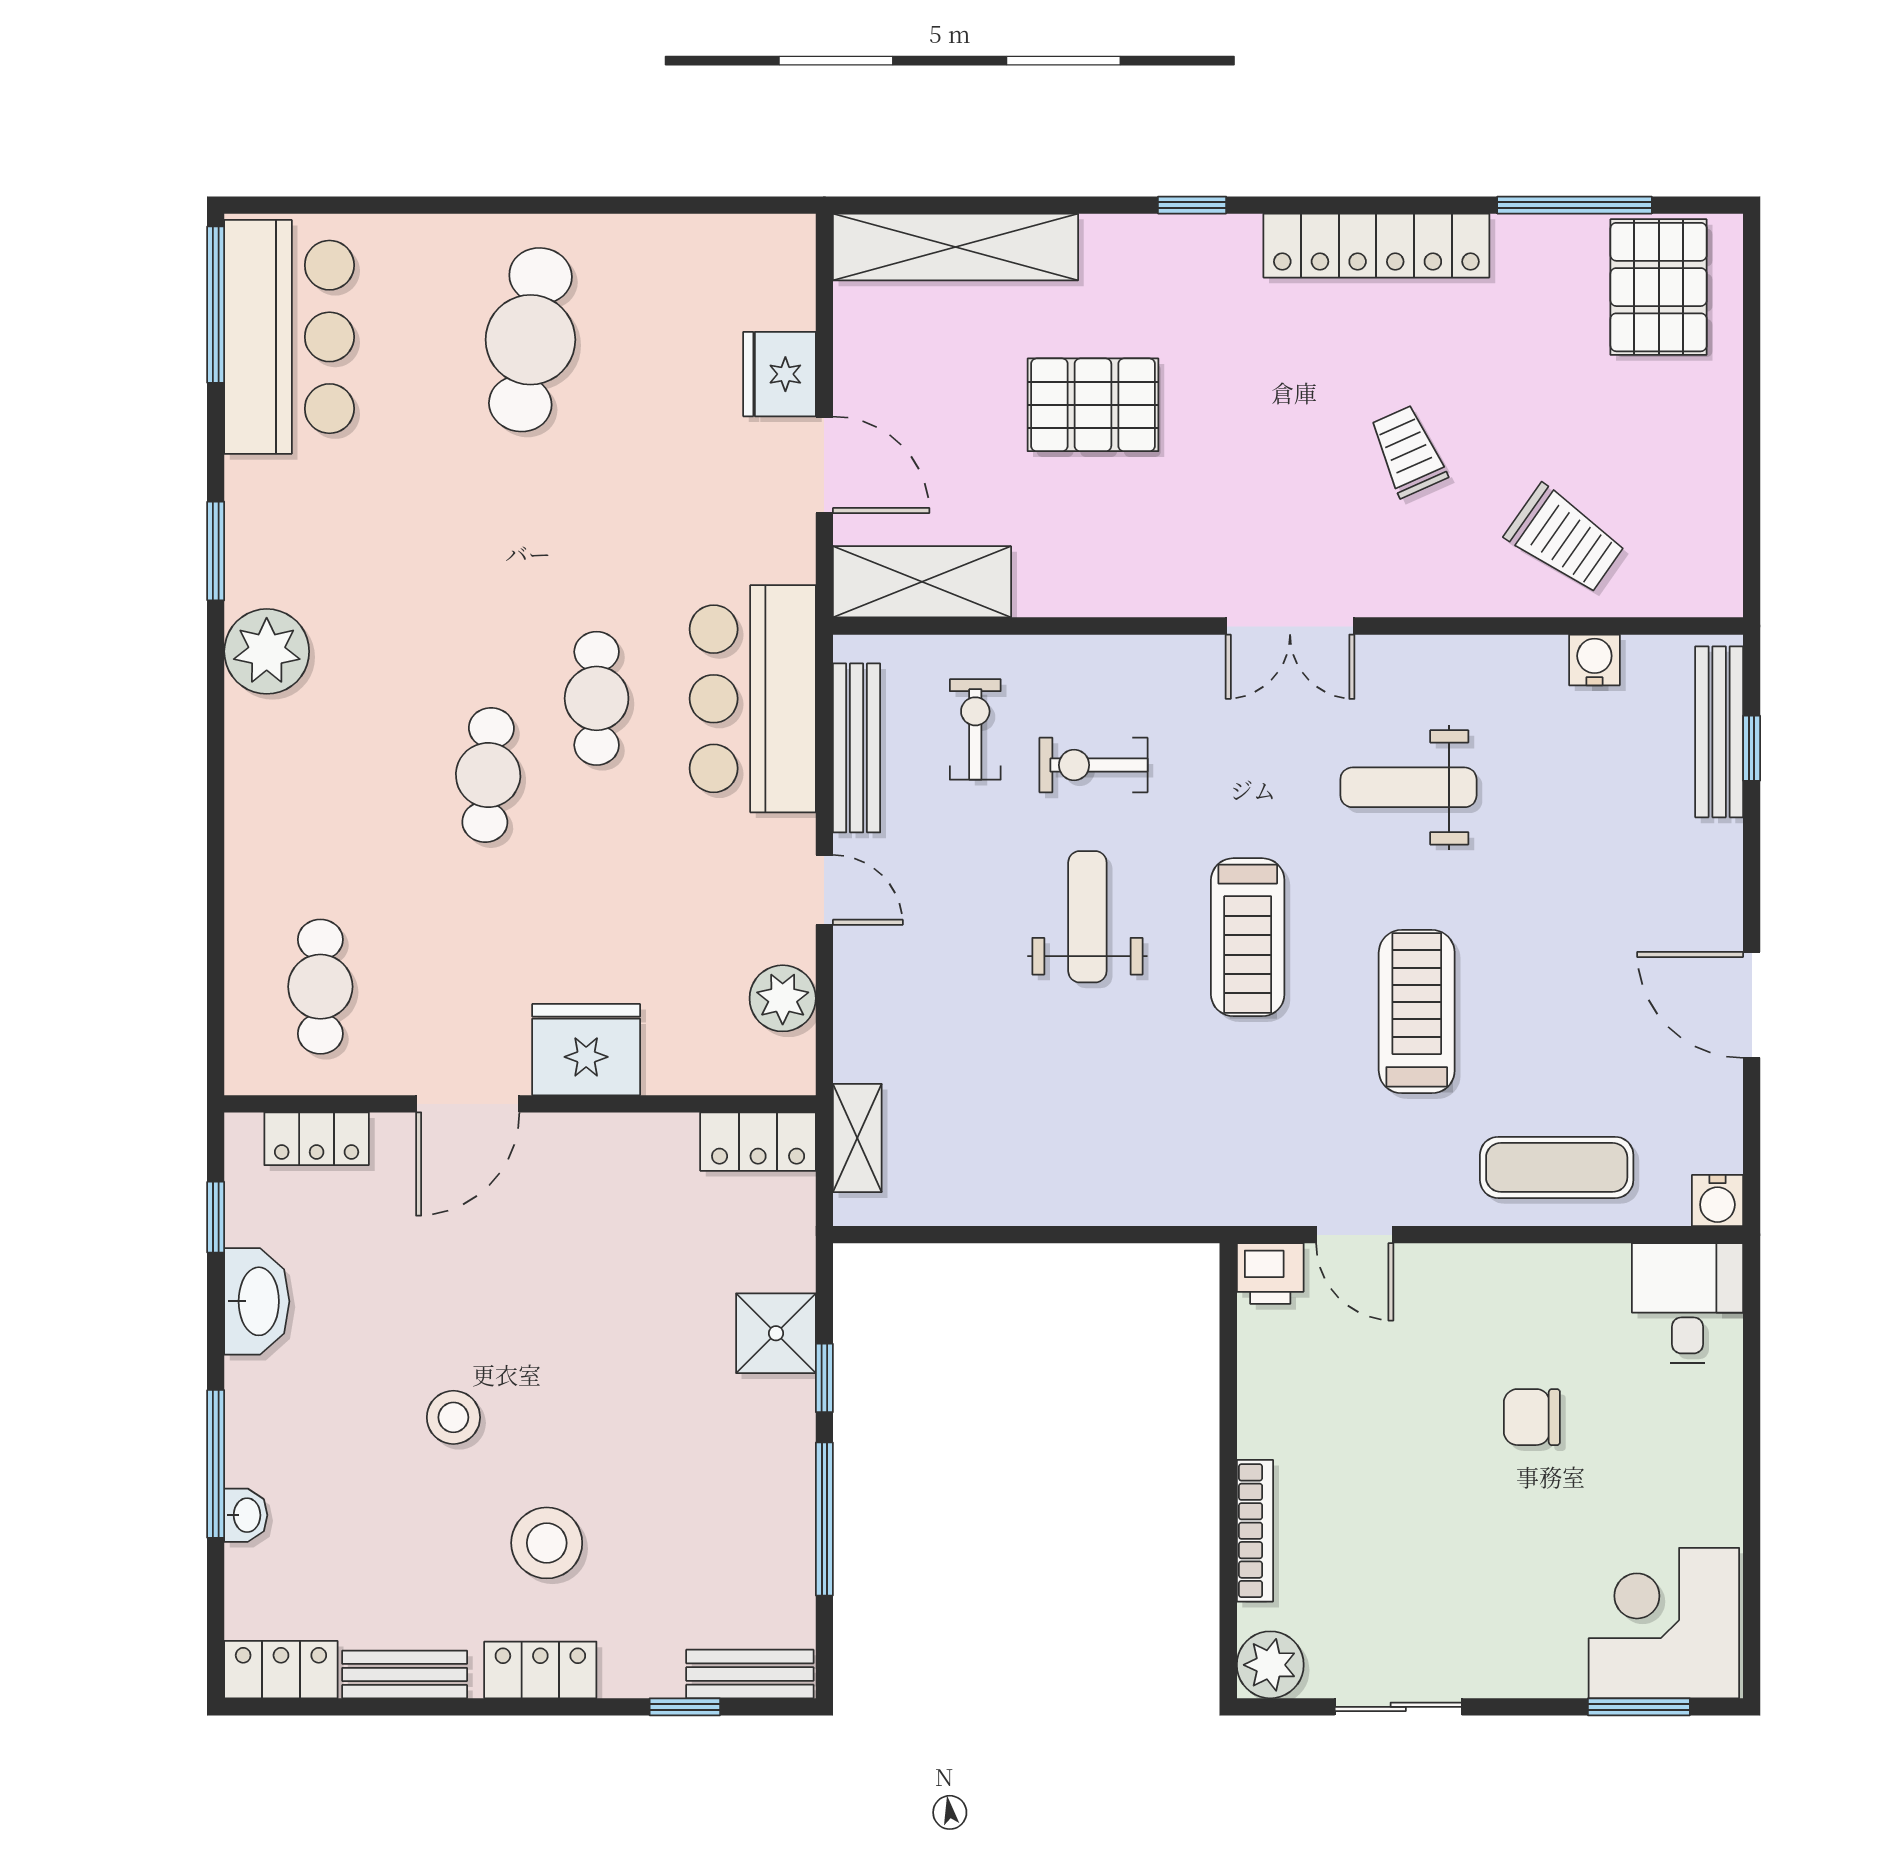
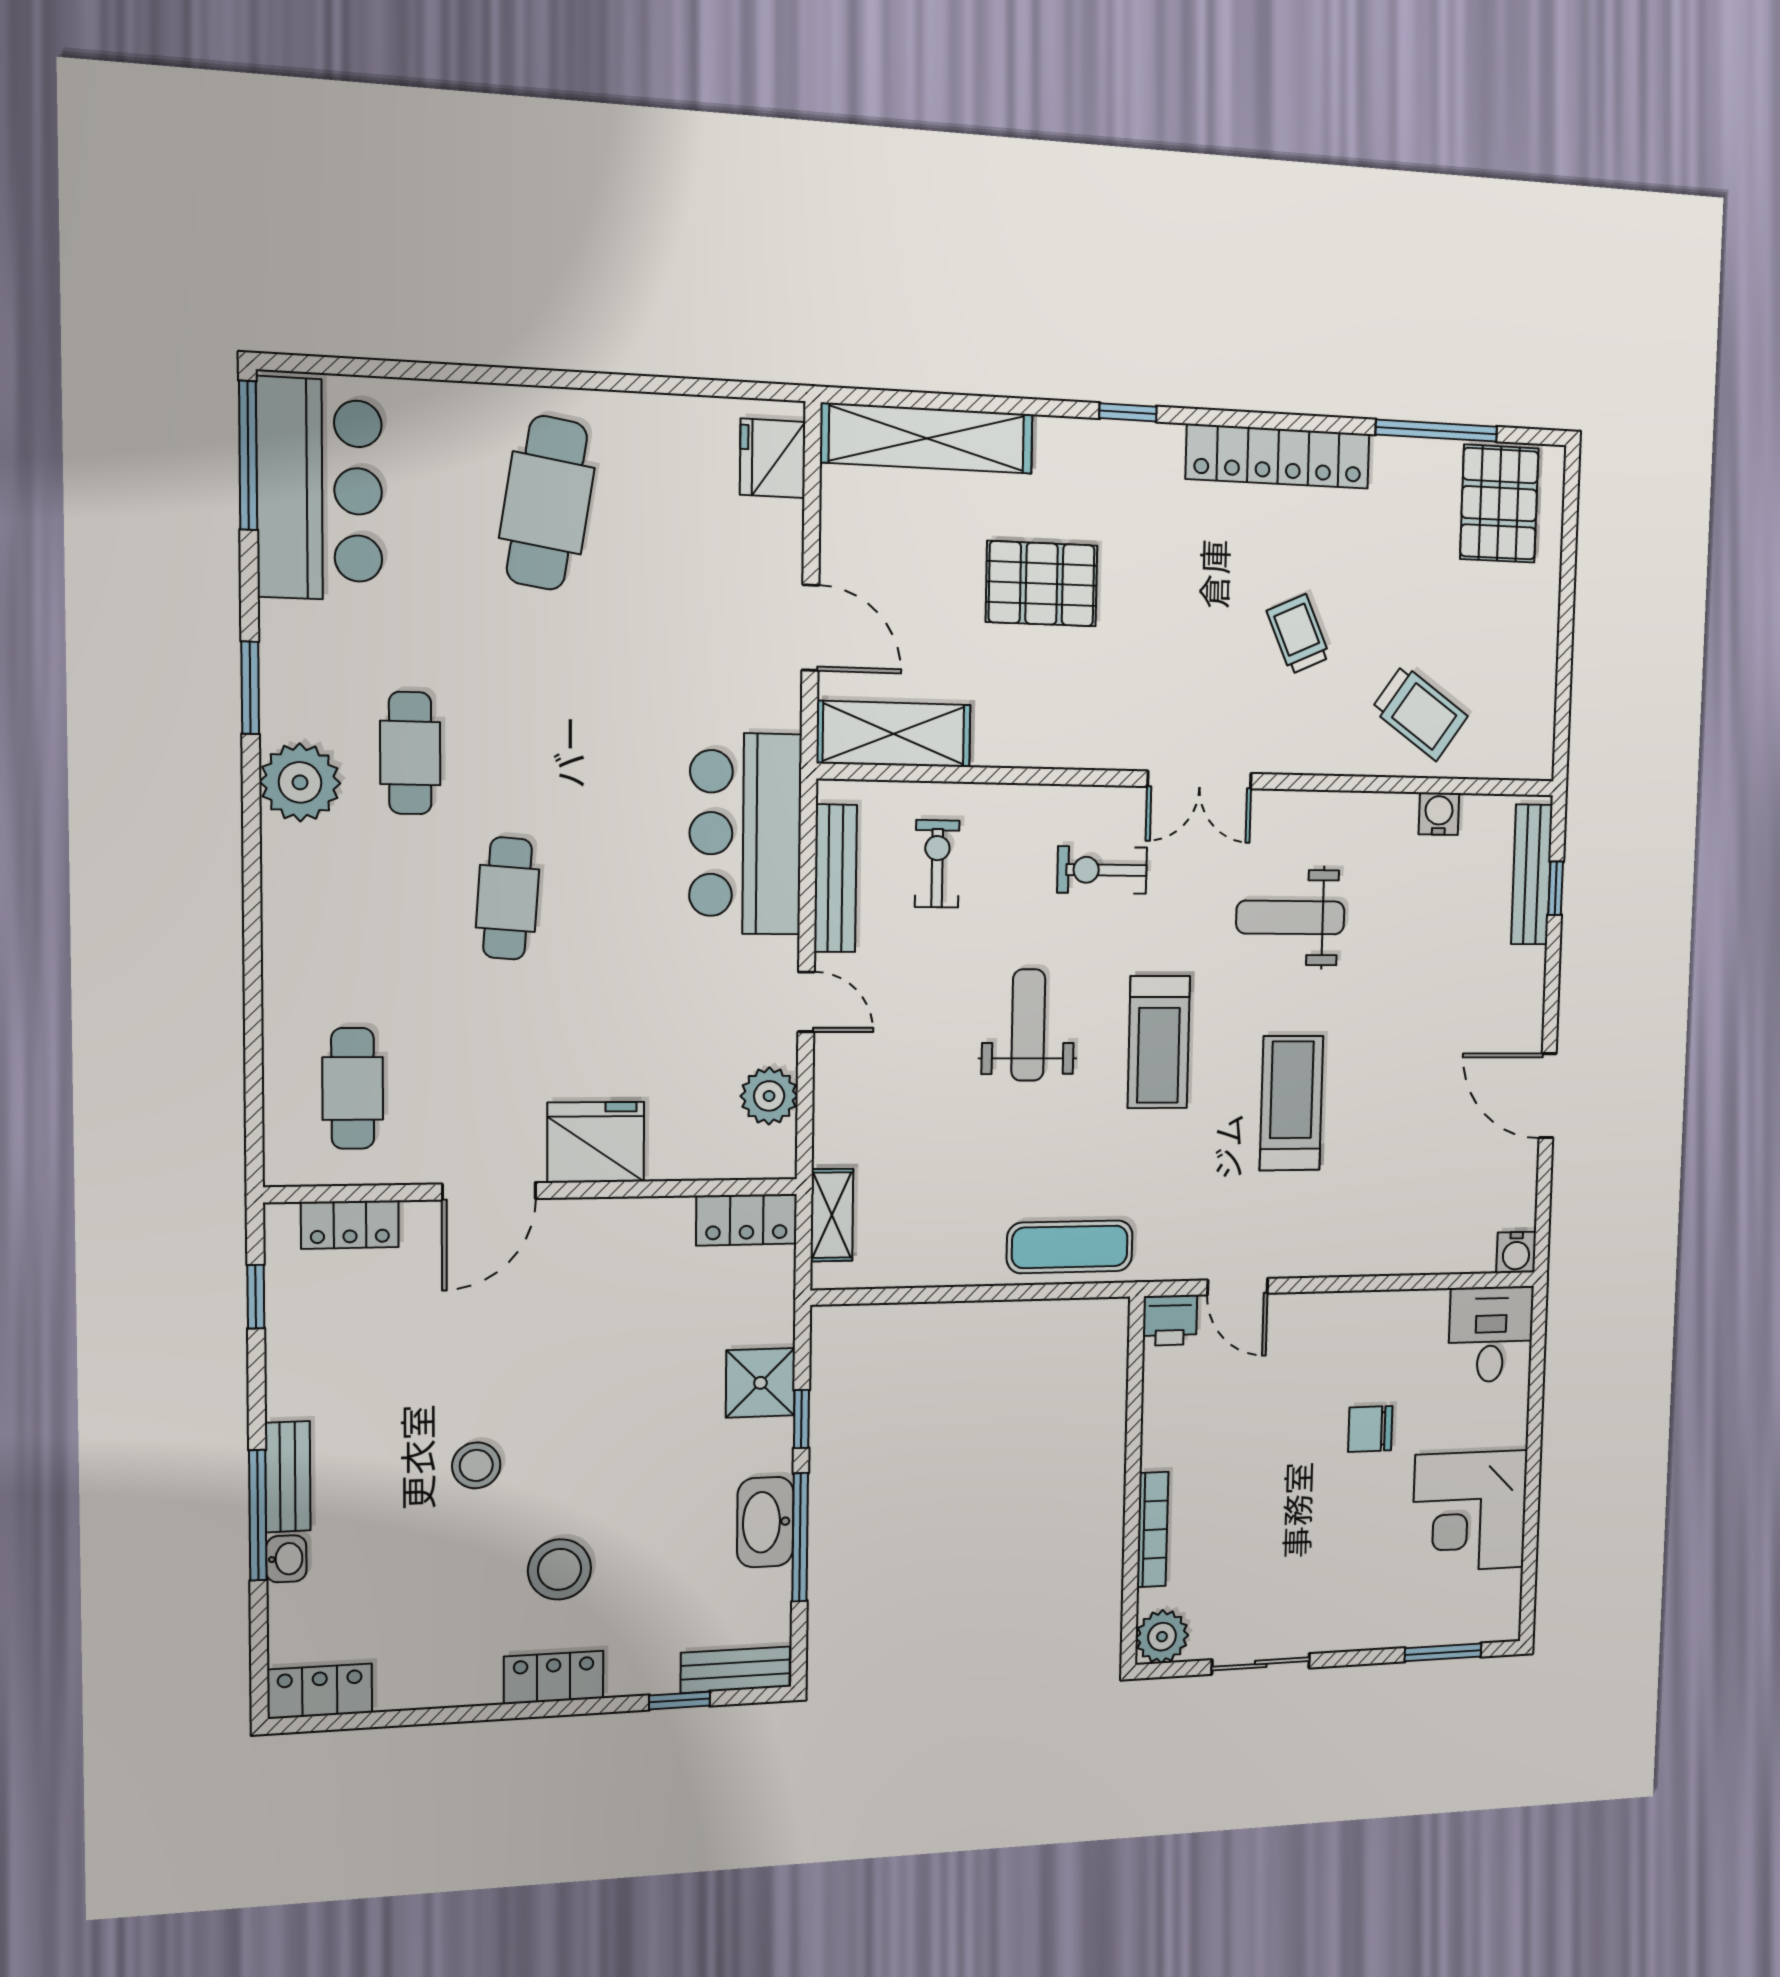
fridge: (779, 374) -> (773, 458), moved
cafe table: (597, 698) -> (410, 753), moved
exercise bike: (1094, 765) -> (1102, 870), moved
exercise mat: (1557, 1167) -> (1070, 1247), moved
washbasin: (257, 1301) -> (765, 1522), moved, turned 180
corner desk: (1664, 1623) -> (1470, 1511), moved, turned -90
bench: (405, 1674) -> (288, 1477), moved, turned 90

